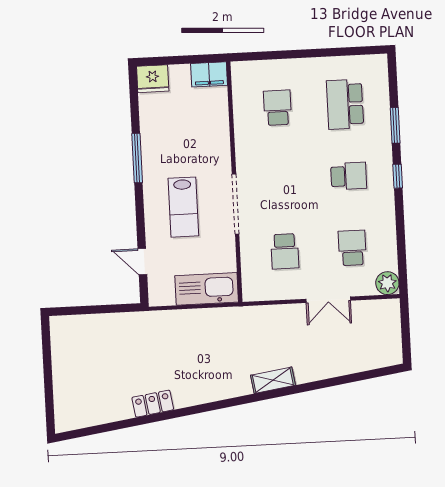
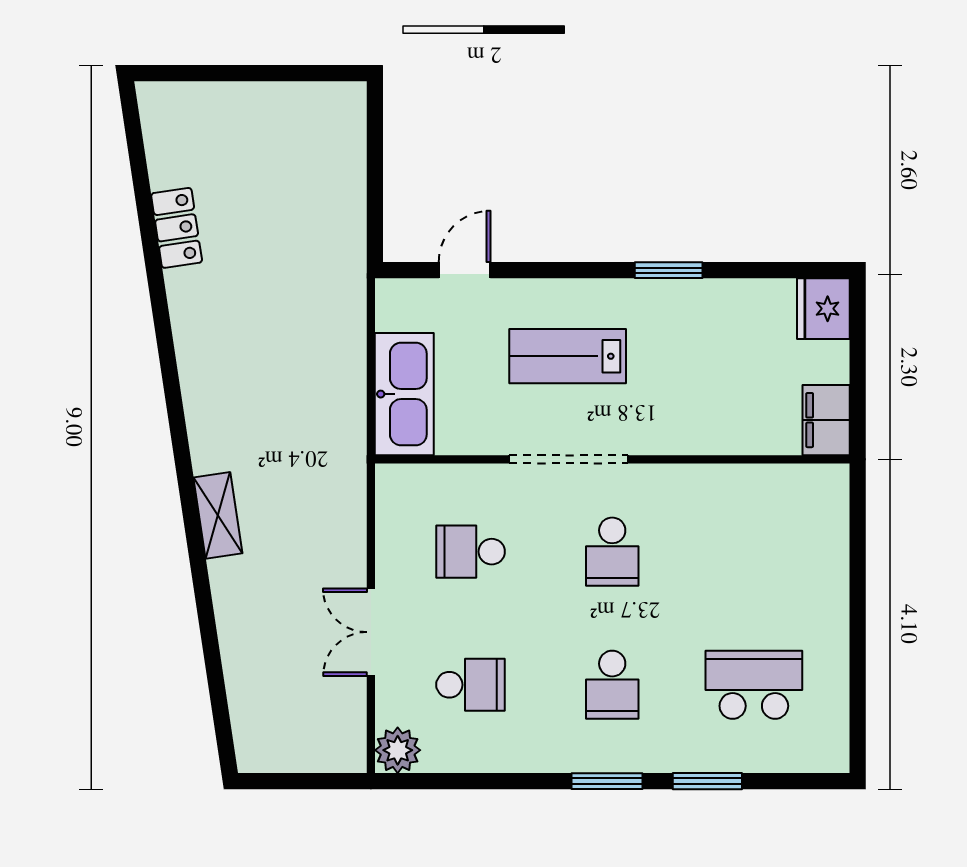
school desk: (278, 108) -> (612, 552), moved, turned 90
window: (137, 158) -> (669, 270), width x0.69
window: (398, 176) -> (607, 781), width x1.50
locker: (153, 404) -> (177, 228), moved

